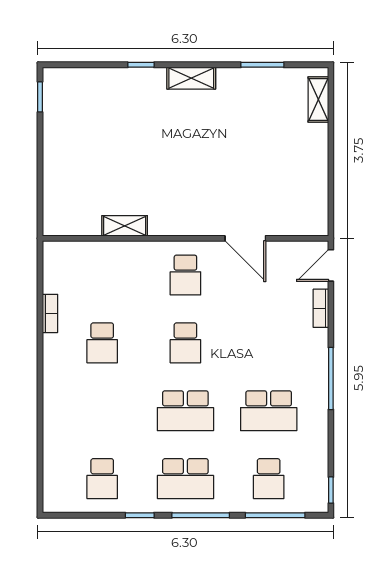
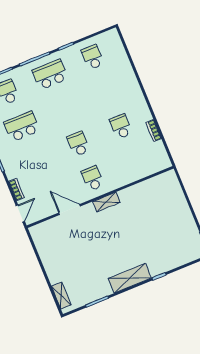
shelving: (191, 78) -> (130, 278), width x1.50, depth x1.33
shelving: (125, 226) -> (106, 202), moved
school desk: (185, 411) -> (64, 109), removed

